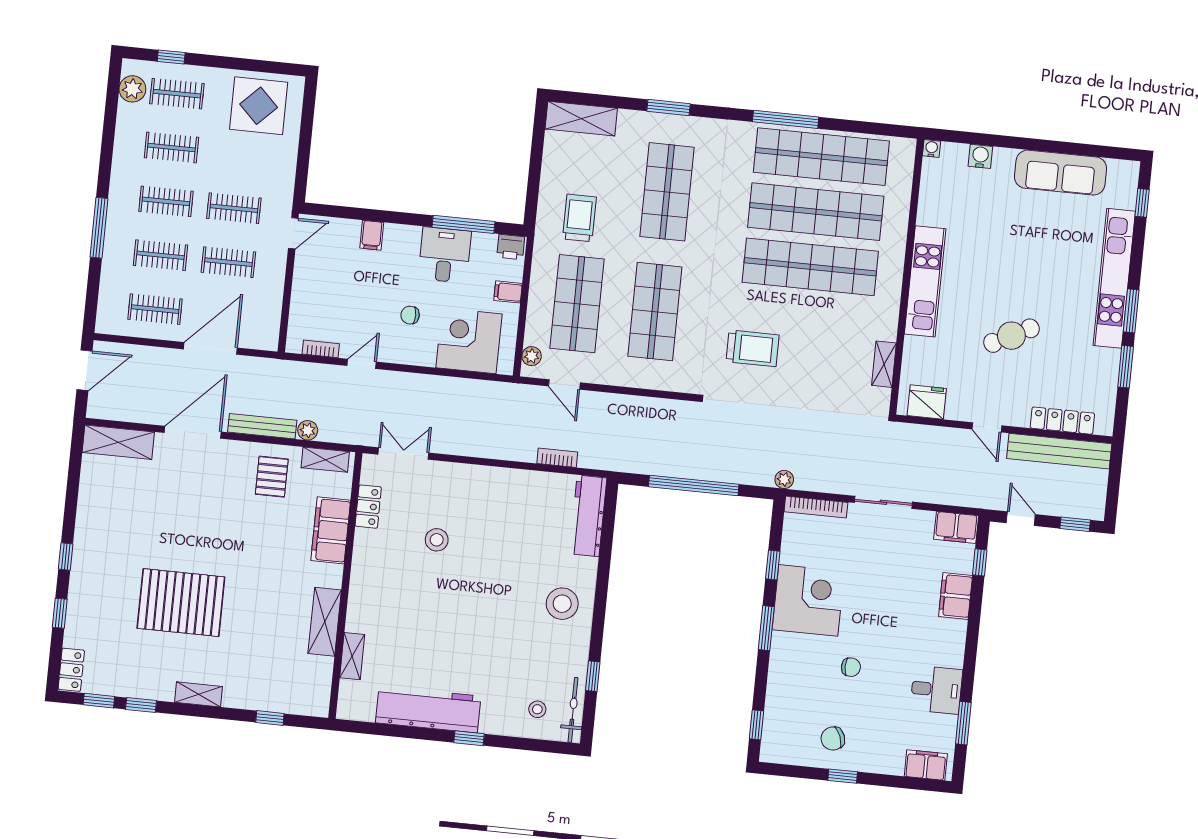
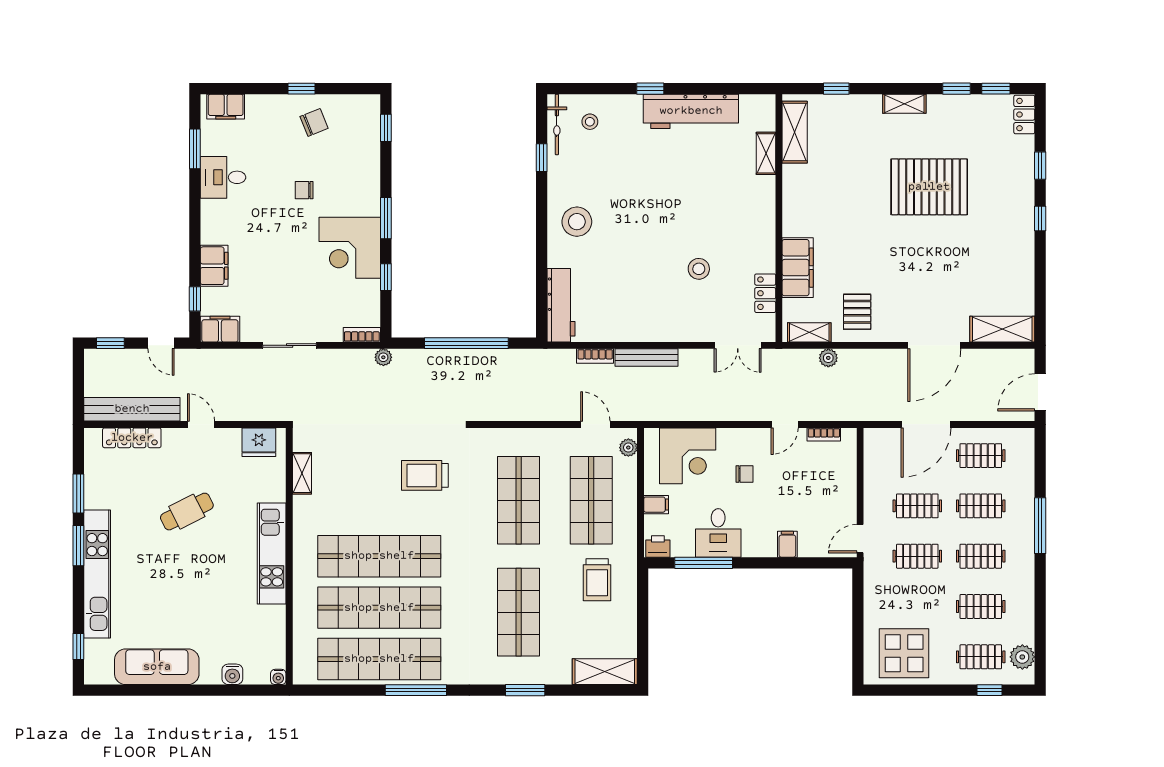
bench: (262, 426) -> (647, 358), moved
bookcase: (816, 507) -> (362, 335), width x0.64
shelving: (325, 622) -> (795, 132), moved

